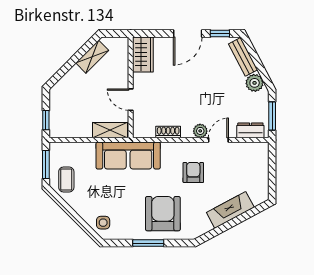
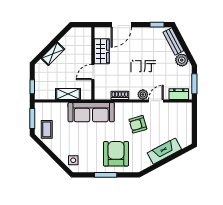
door: (188, 33) -> (121, 25), moved
wardrobe: (143, 54) -> (102, 51), moved
shelving: (92, 57) -> (53, 54), moved
door: (131, 100) -> (93, 72), hinge flipped
shelving: (110, 130) -> (68, 94), moved
armchair: (193, 172) -> (138, 124), turned -106

